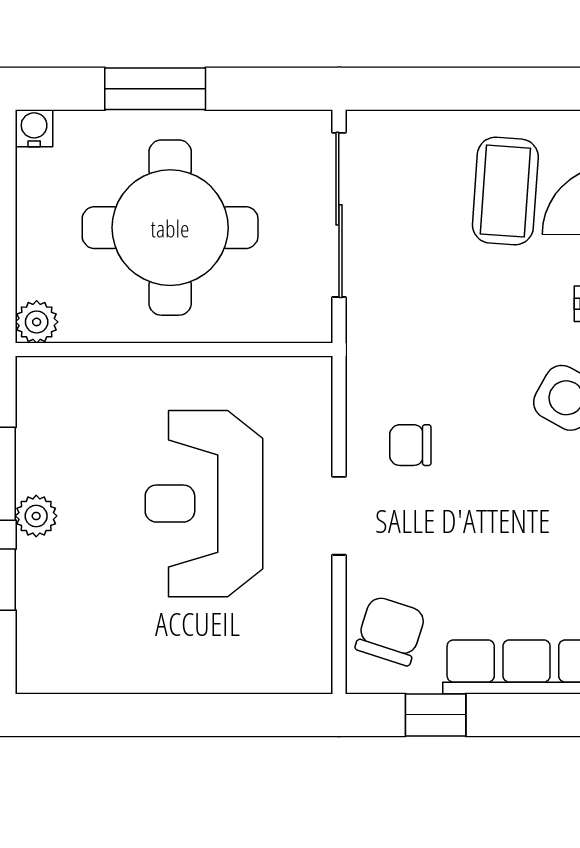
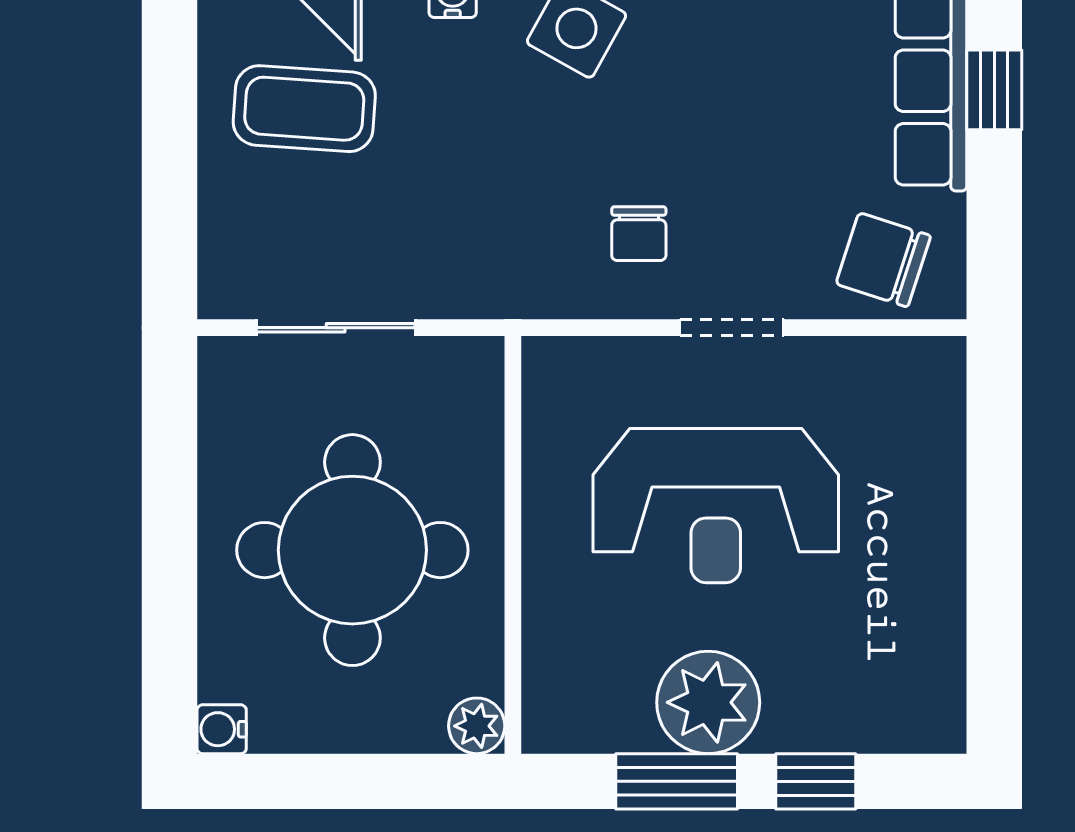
window: (155, 89) -> (170, 570), removed
sliding door: (339, 215) -> (336, 328), width x0.73
plant: (36, 516) -> (708, 702), width x1.88, depth x1.88
window: (436, 715) -> (994, 90), moved

